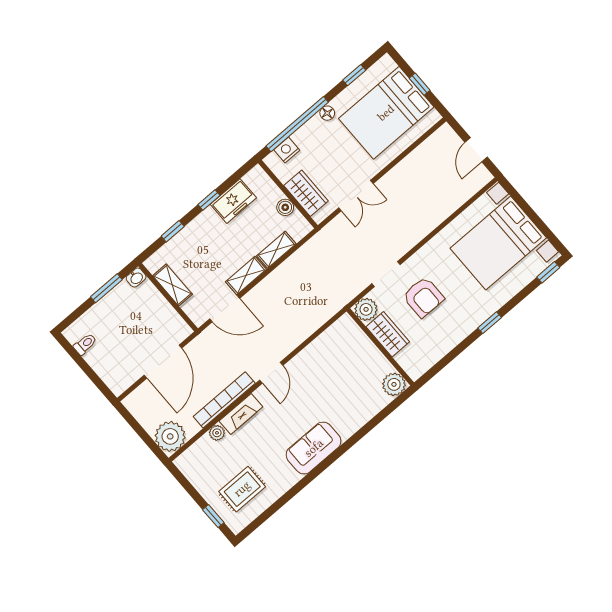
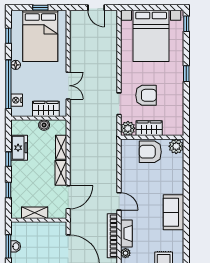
washbasin: (136, 278) -> (16, 246), moved
armchair: (361, 359) -> (150, 152), added

